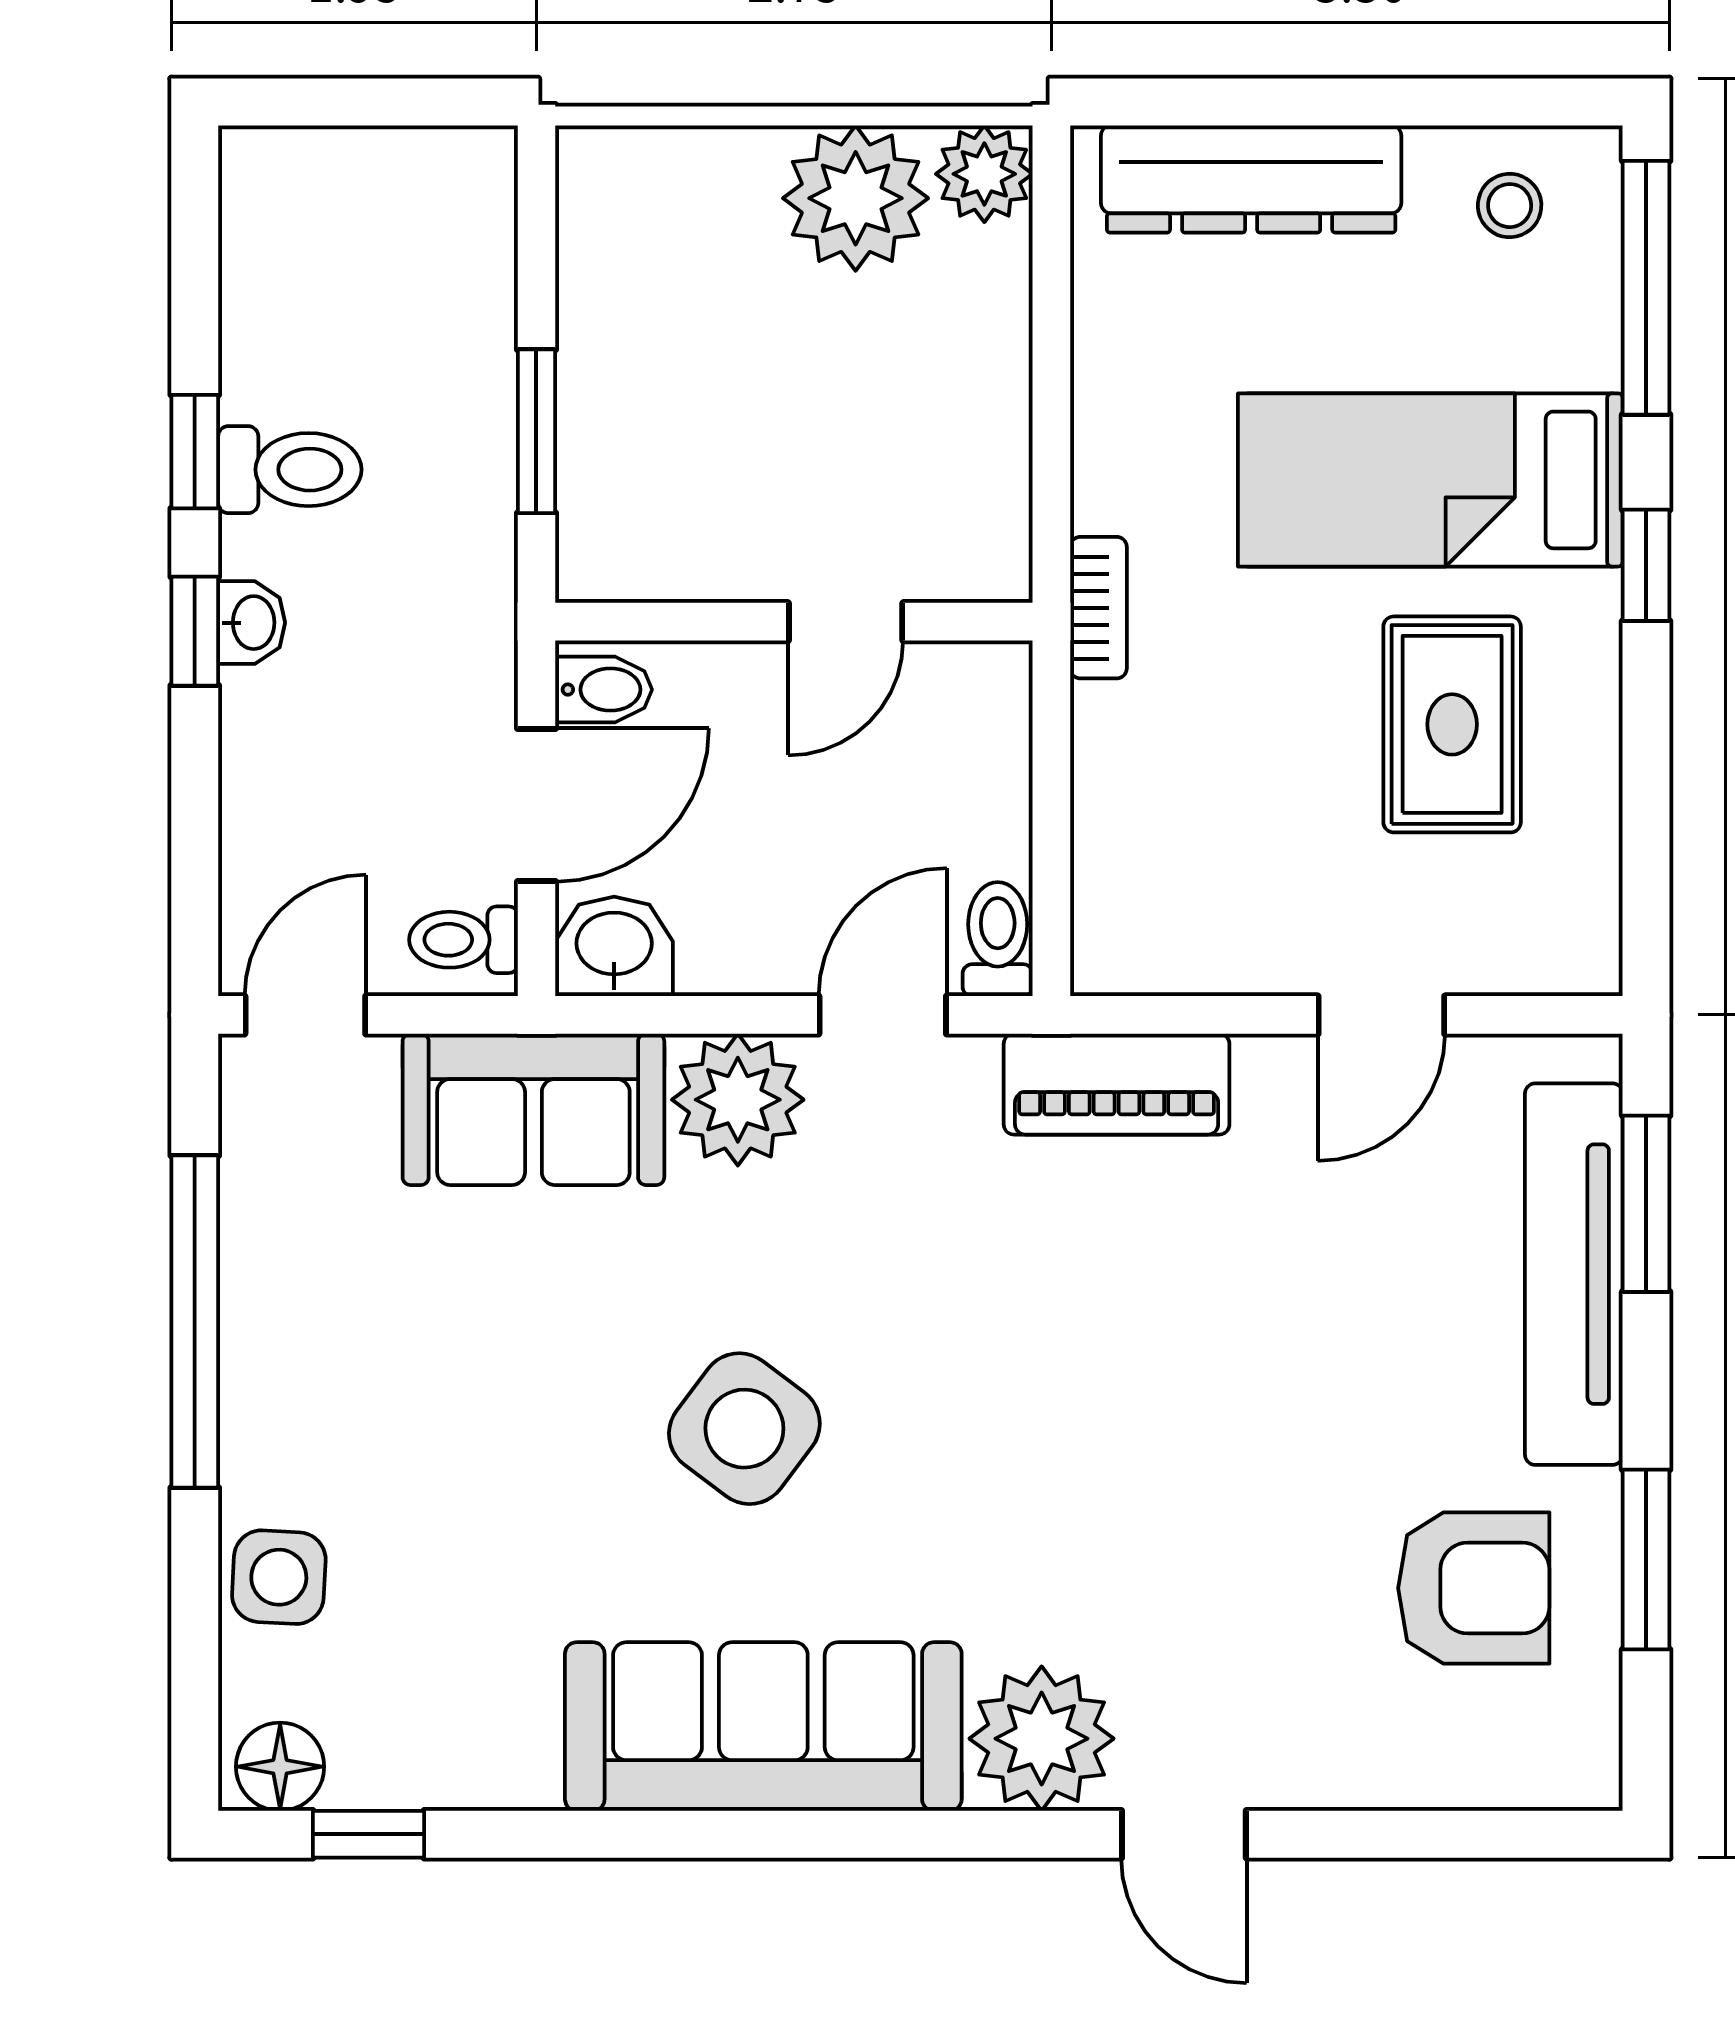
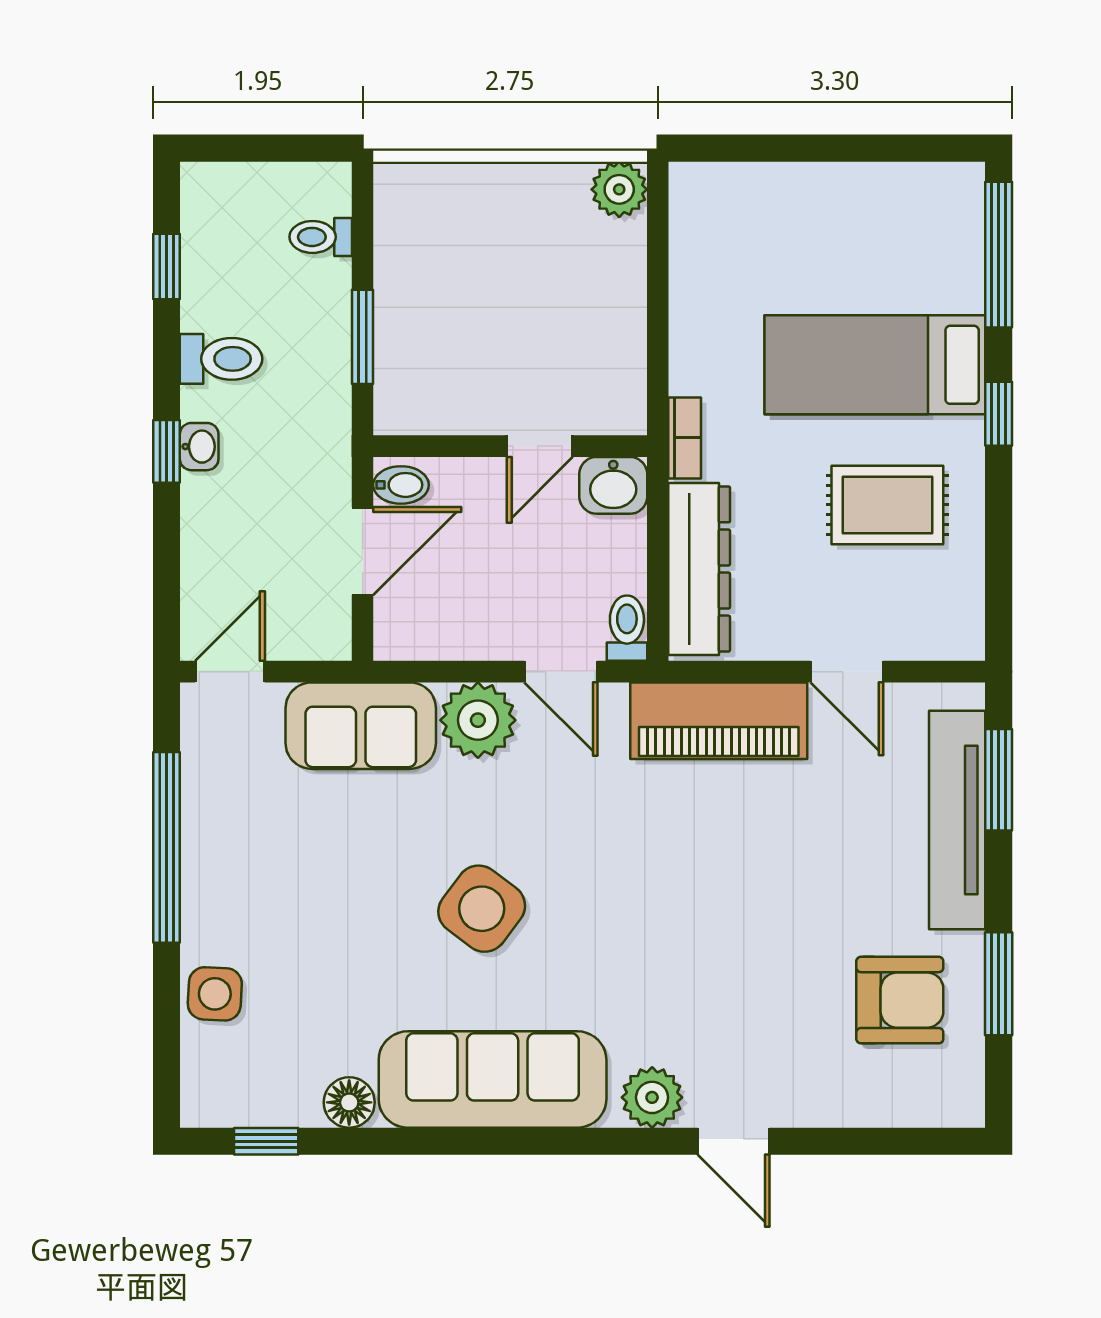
dresser: (1251, 179) -> (699, 569), moved, turned -90
plant: (856, 198) -> (545, 203), removed
stool: (1510, 206) -> (920, 207), removed
window: (195, 452) -> (167, 267), moved
rug: (1452, 724) -> (887, 505), turned 90
toilet: (463, 940) -> (321, 237), moved
washbasin: (614, 946) -> (613, 485), moved, turned 180
door: (883, 1015) -> (561, 672), swing flipped
door: (1381, 1015) -> (847, 672), hinge flipped
piano: (1117, 1084) -> (719, 721), width x1.37, depth x1.33
plant: (1042, 1739) -> (652, 1097), width x0.73, depth x0.73
floor lamp: (280, 1767) -> (349, 1102), moved

